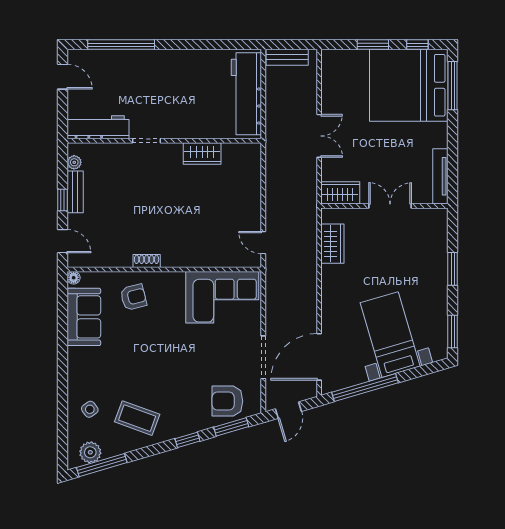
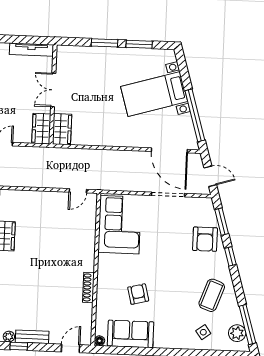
window: (63, 200) -> (19, 346), moved
wardrobe: (332, 244) -> (62, 129), moved, turned 90
shoe rack: (147, 261) -> (88, 287), width x1.43
armchair: (133, 297) -> (138, 294), moved
window: (453, 332) -> (139, 44), moved
armchair: (227, 401) -> (205, 239), moved

